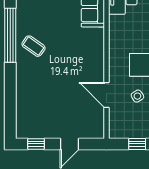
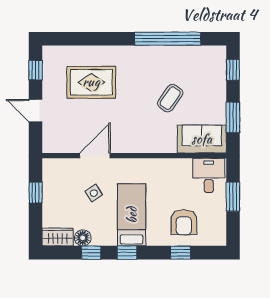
coffee table: (33, 46) -> (170, 98), moved
rug: (46, 98) -> (91, 82), added

